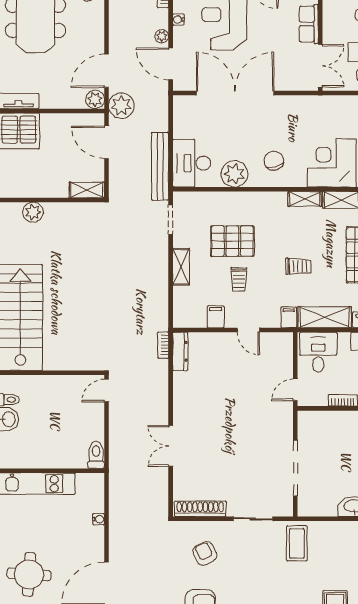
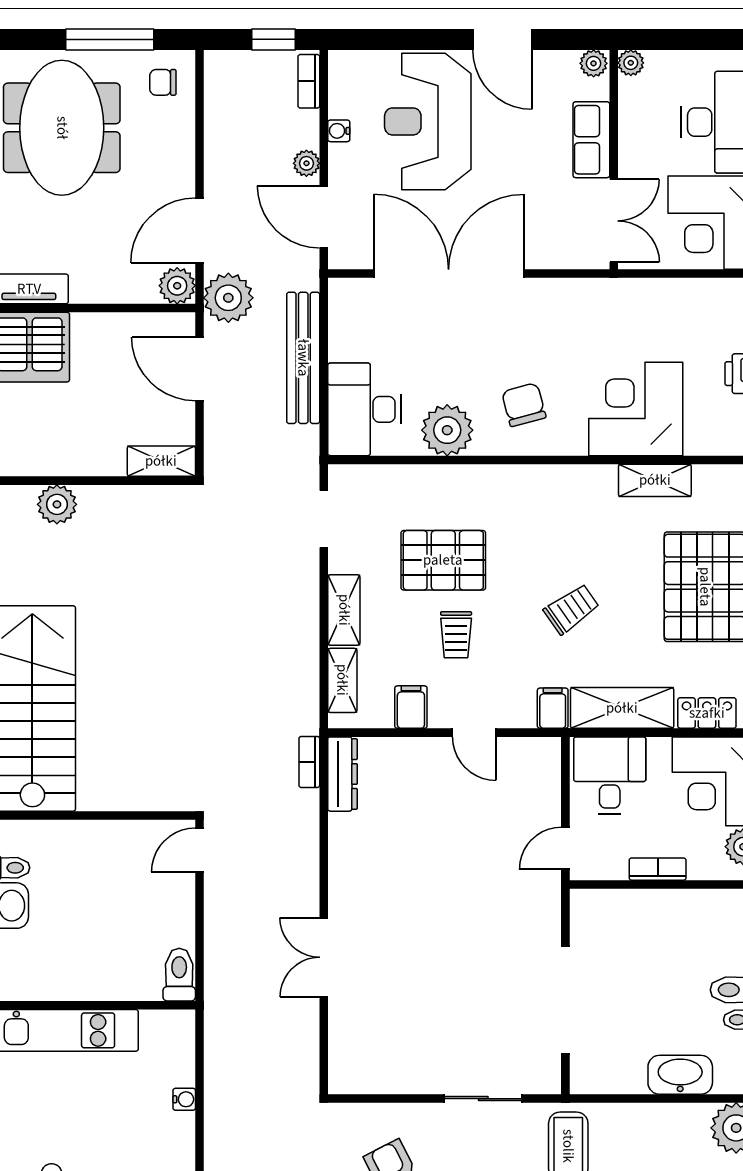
bench: (160, 166) -> (303, 358), moved
shelving: (305, 199) -> (342, 680), moved, turned 90
trolley: (298, 266) -> (571, 609), turned -35
shoe rack: (200, 509) -> (381, 1079), removed

